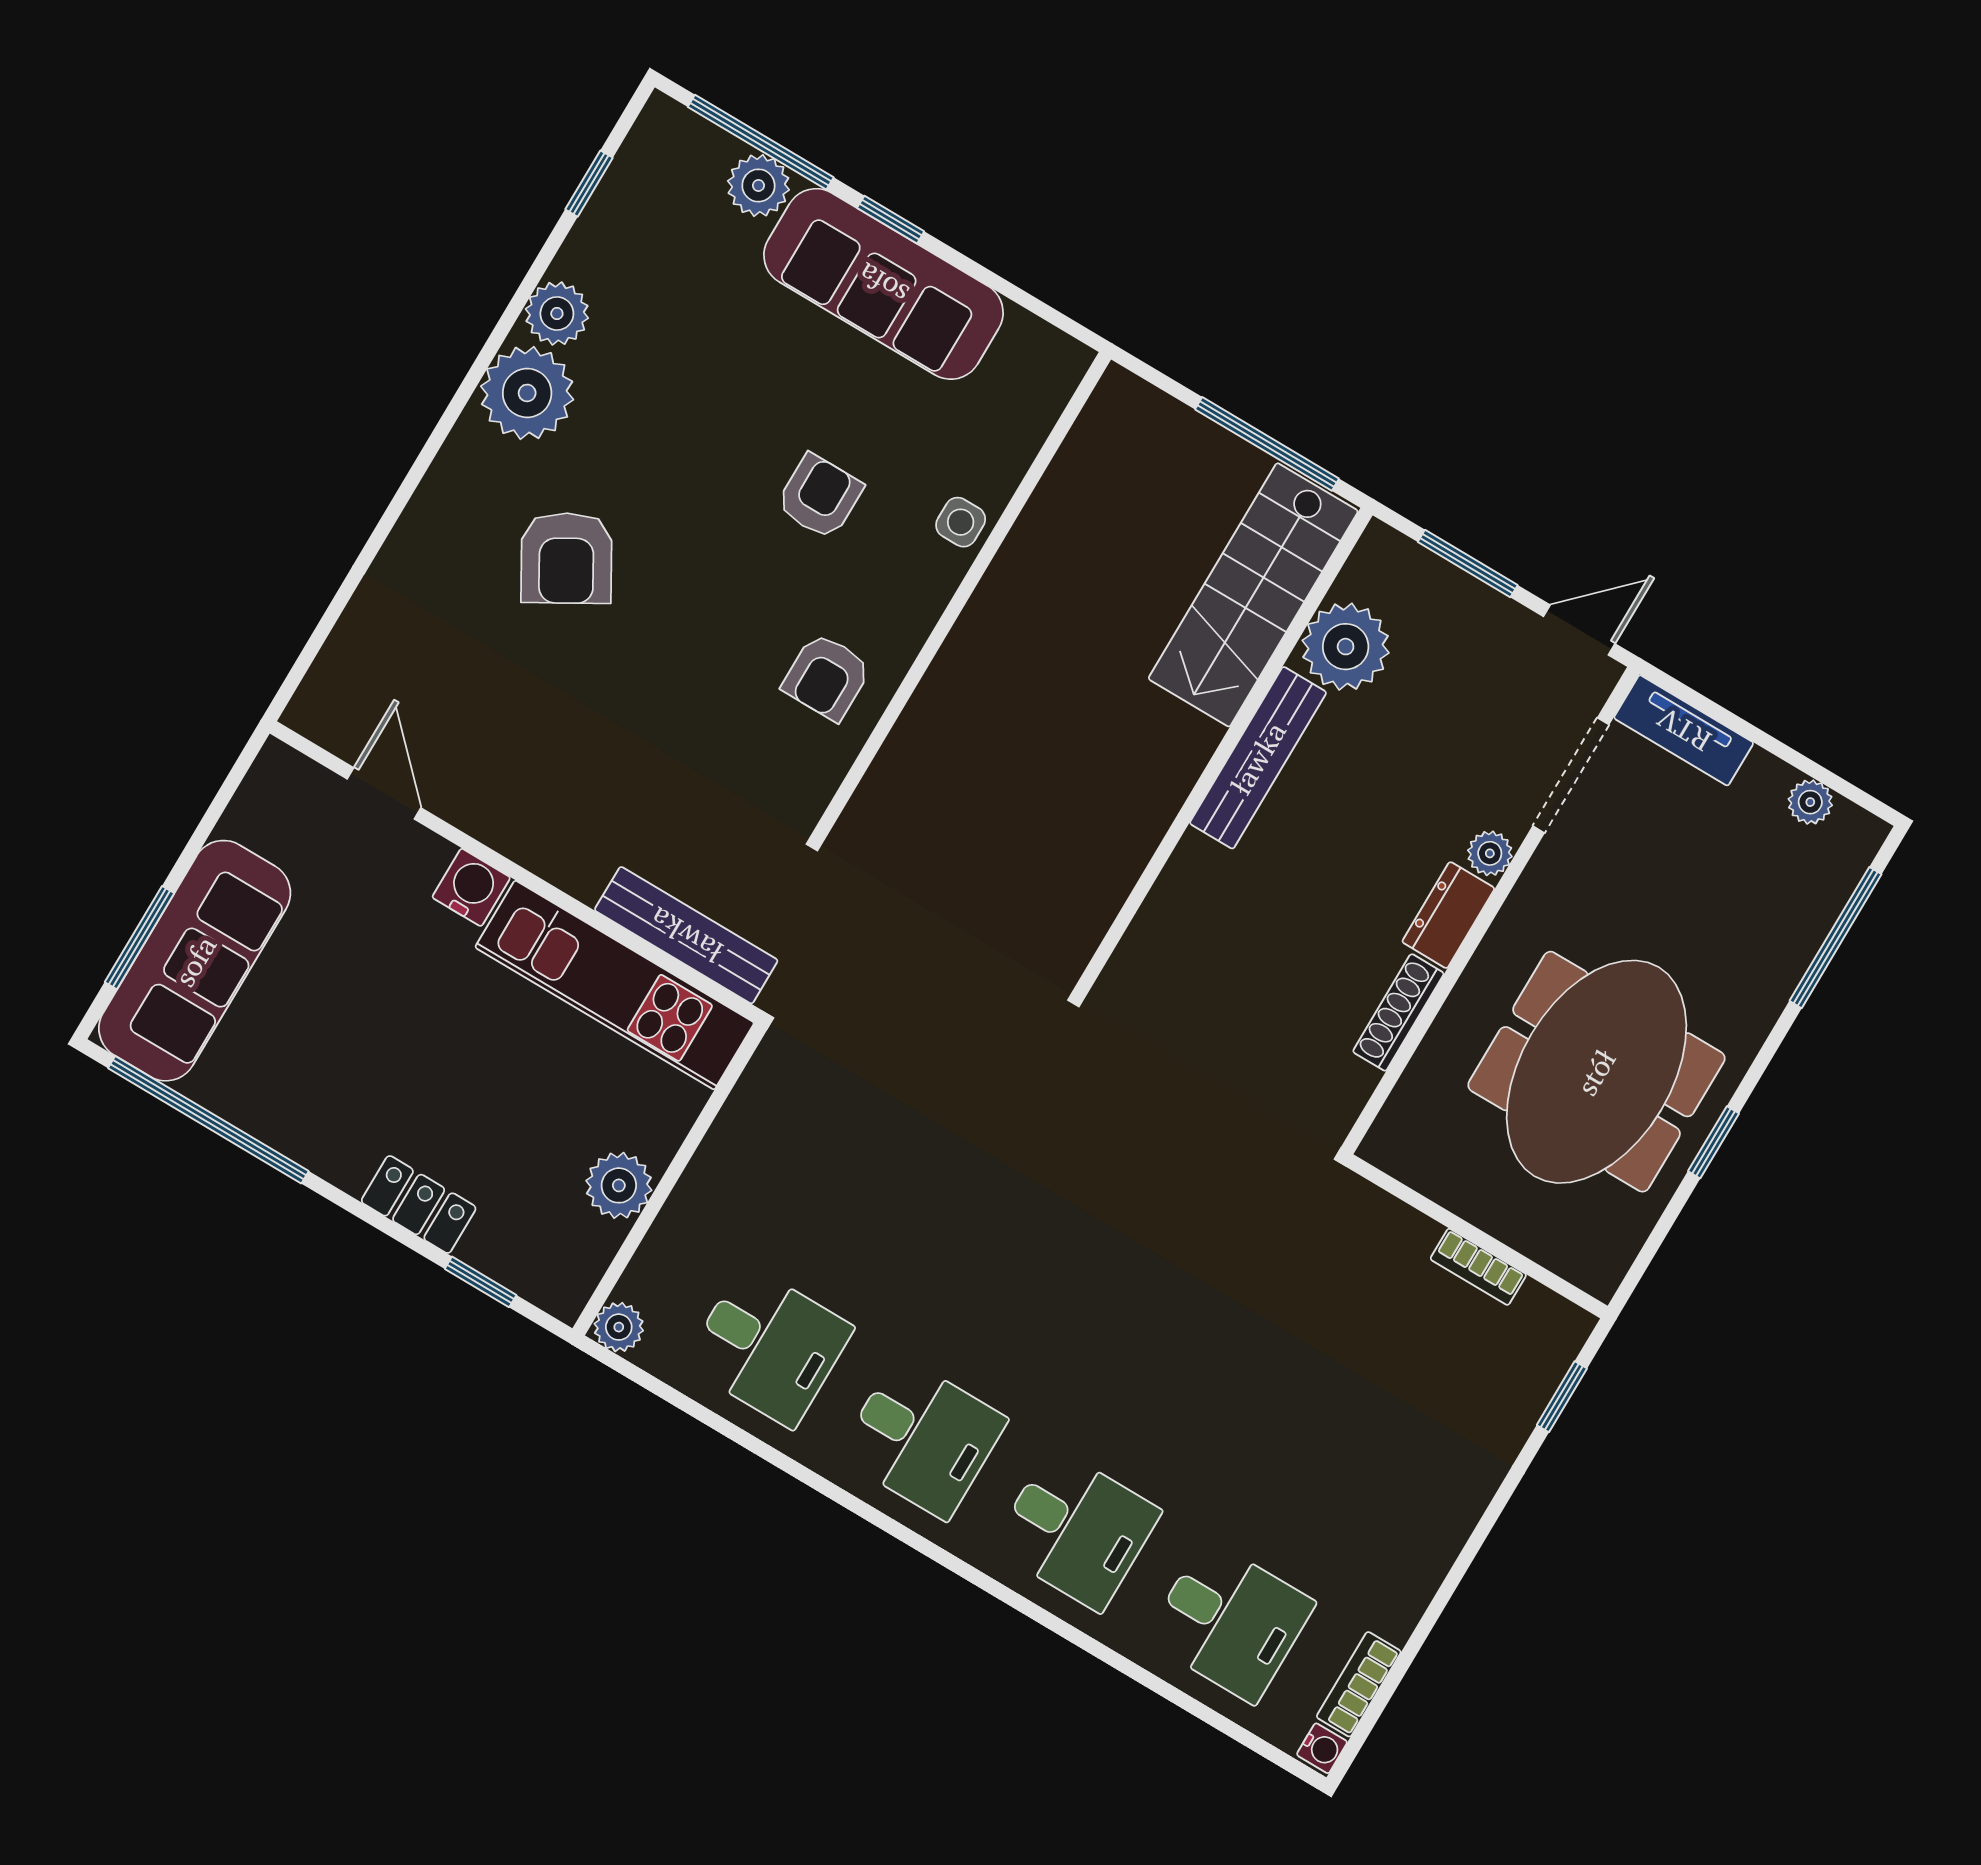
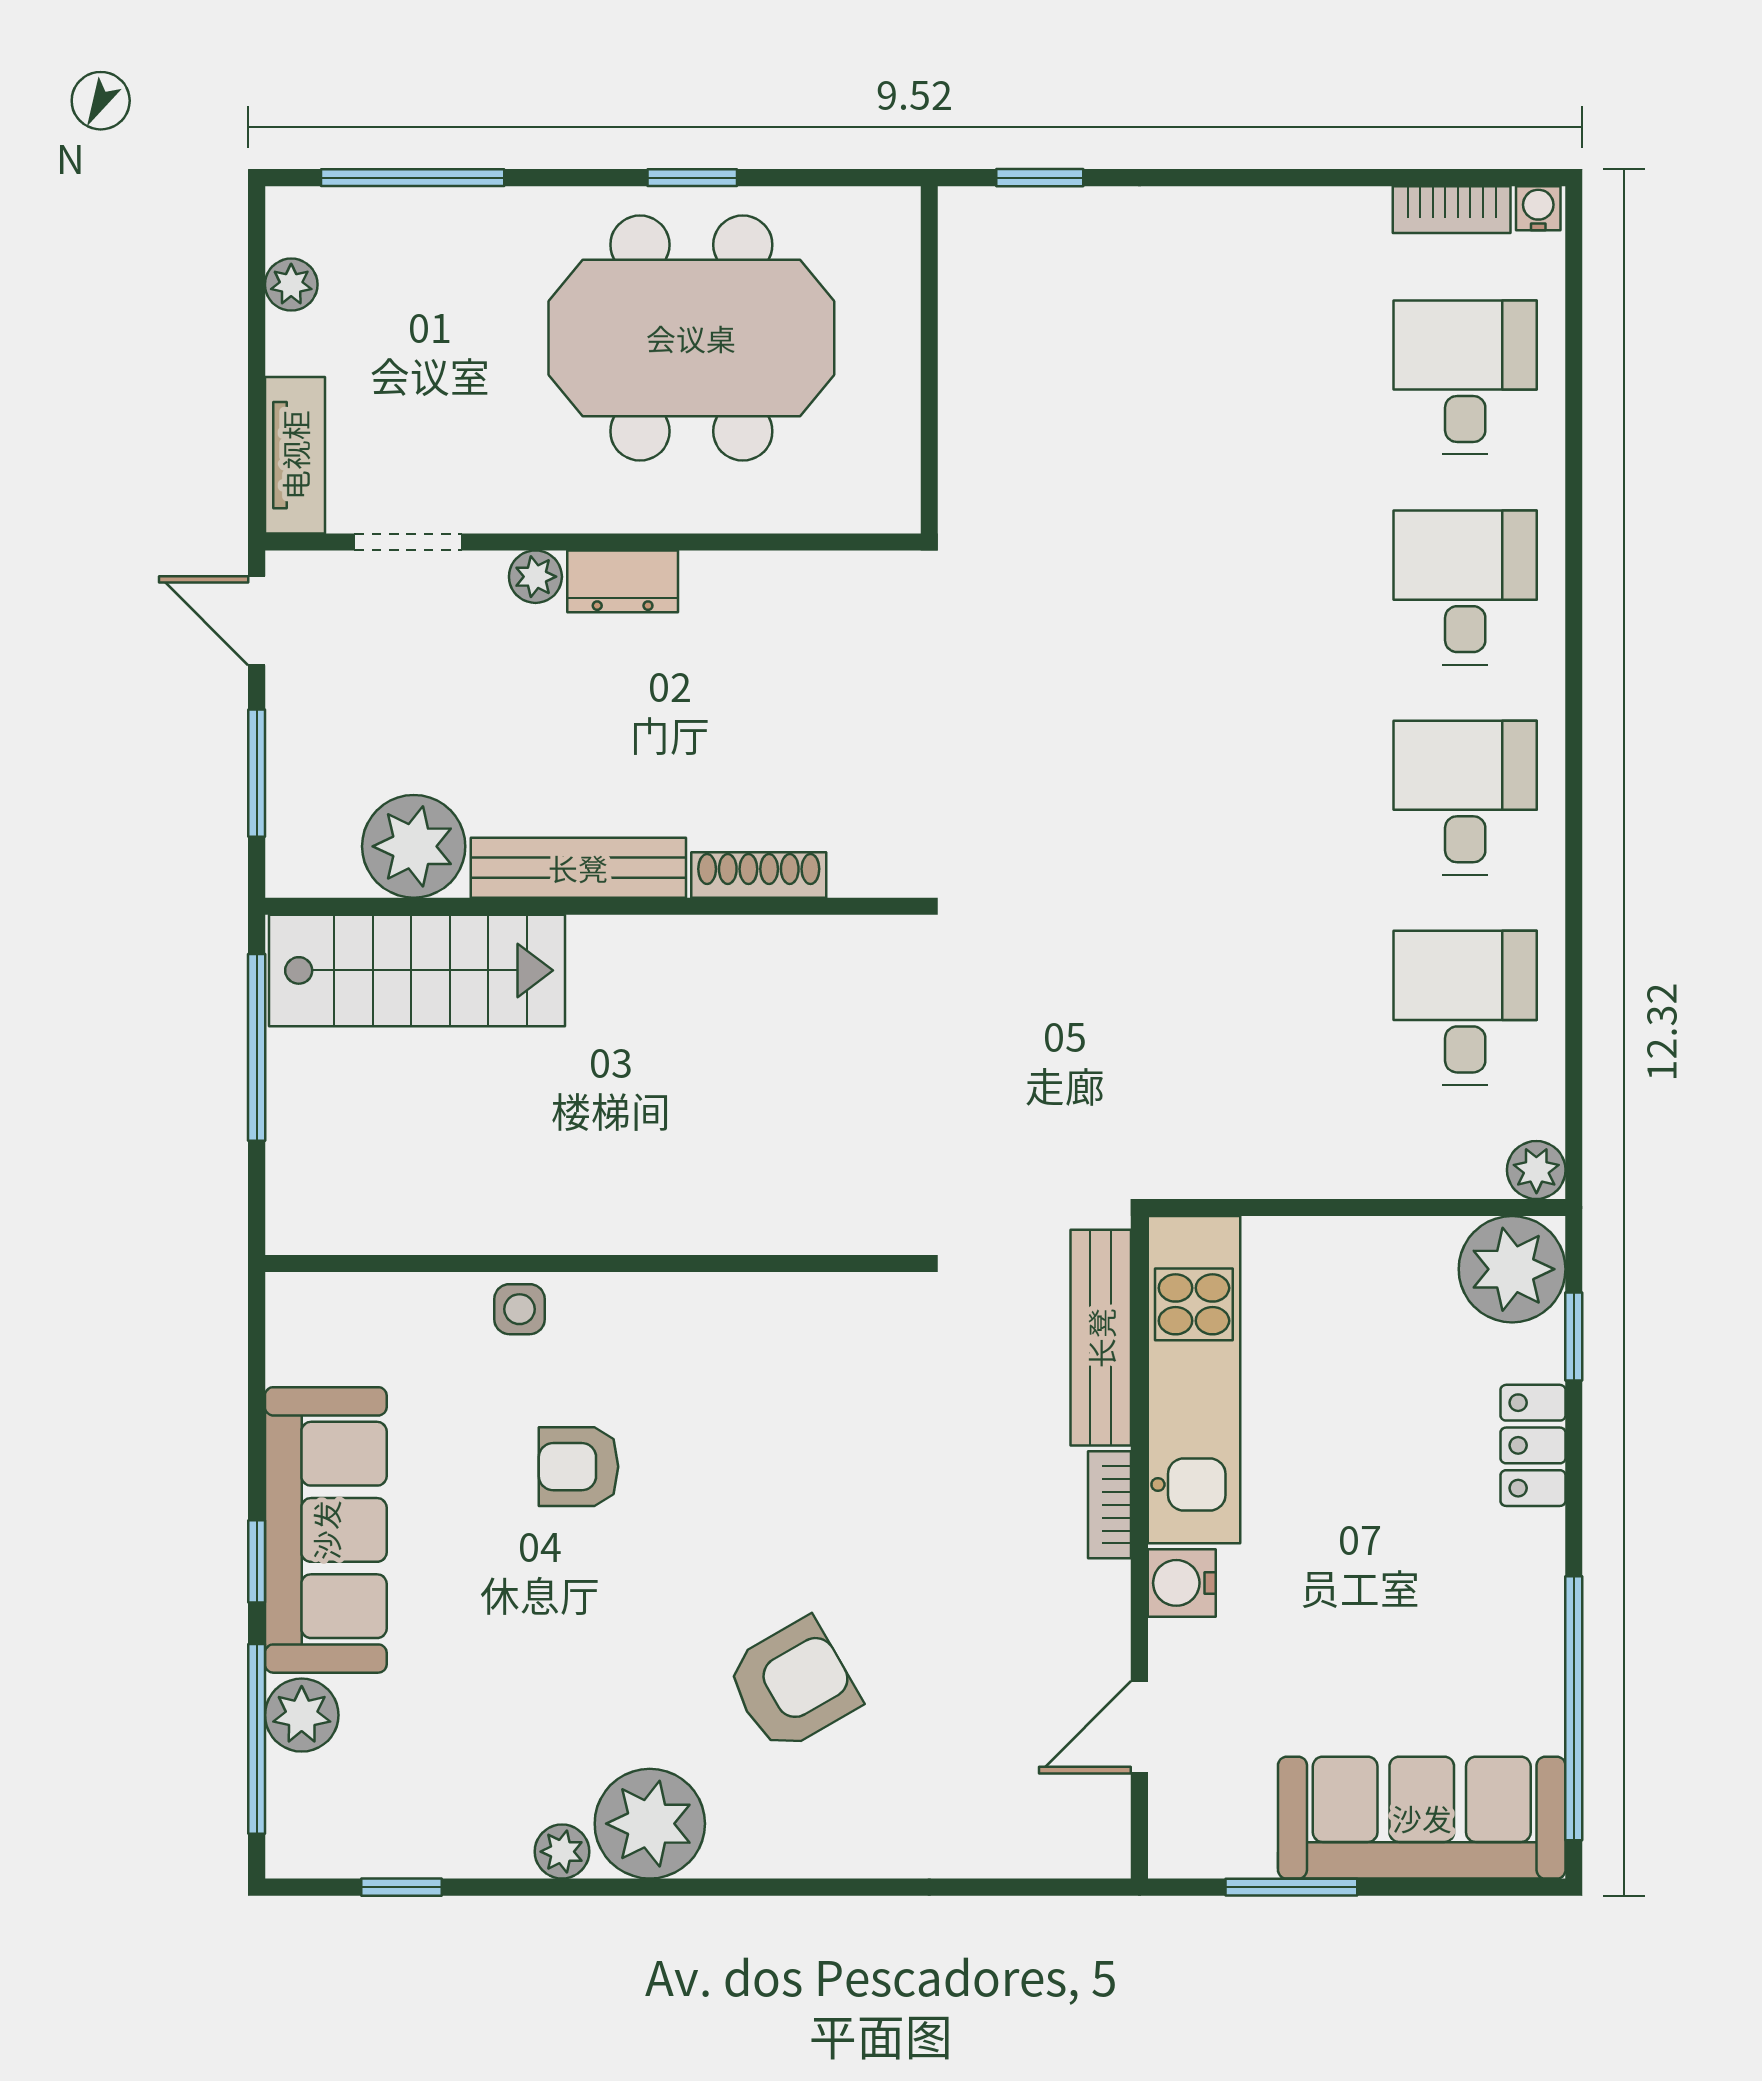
plant: (557, 313) -> (562, 1852), width x0.73, depth x0.73
armchair: (827, 677) -> (756, 1351), removed
doorway: (1571, 775) -> (408, 542), width x0.73
window: (139, 938) -> (1291, 1887), moved
shoe rack: (1398, 1012) -> (759, 875), moved, turned 180
plant: (619, 1185) -> (1512, 1269), moved, width x1.36, depth x1.36
bookcase: (1478, 1267) -> (1110, 1505), moved, turned 180

